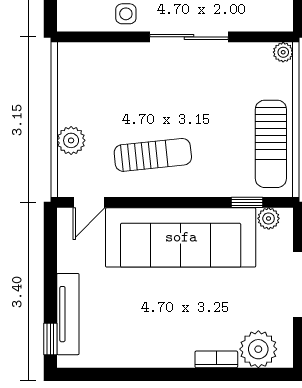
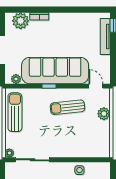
sliding door: (189, 37) -> (32, 160), moved
door: (89, 202) -> (96, 86), hinge flipped
window: (247, 202) -> (49, 86), moved

